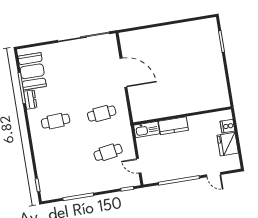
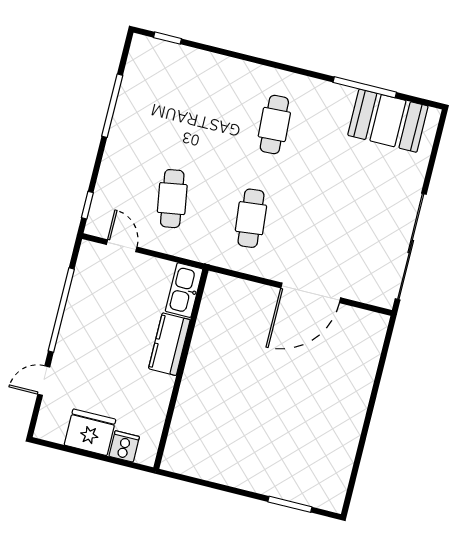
dresser: (30, 99) -> (336, 94), removed
door: (139, 166) -> (122, 246), hinge flipped

